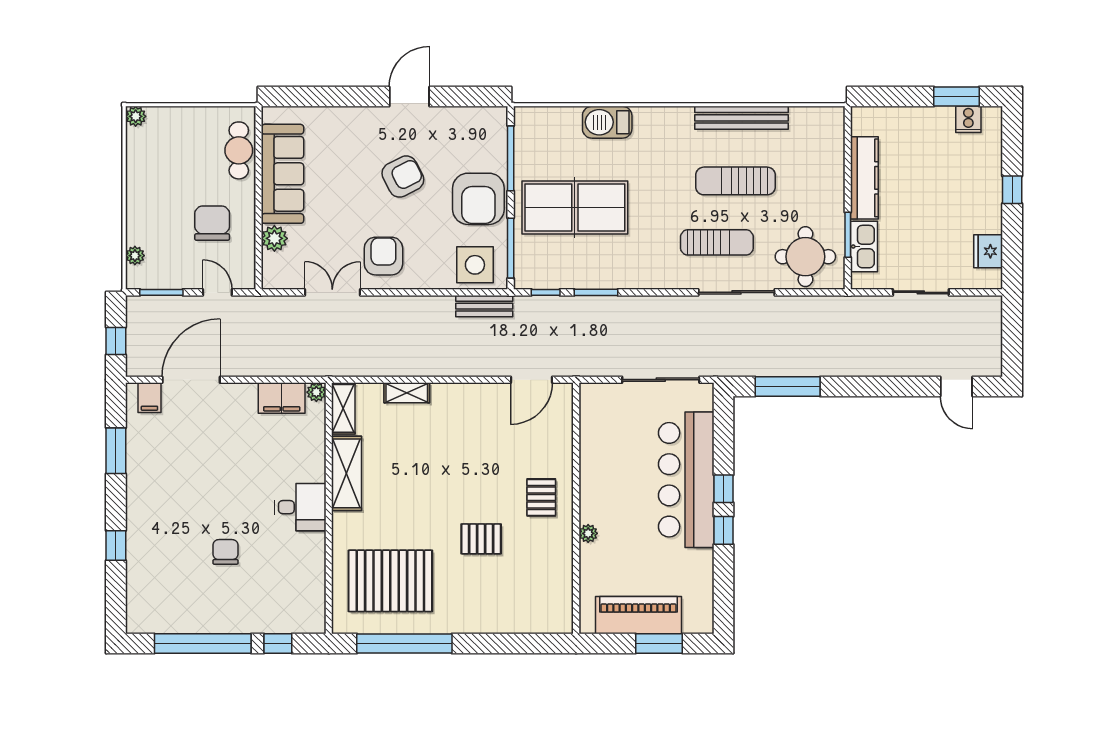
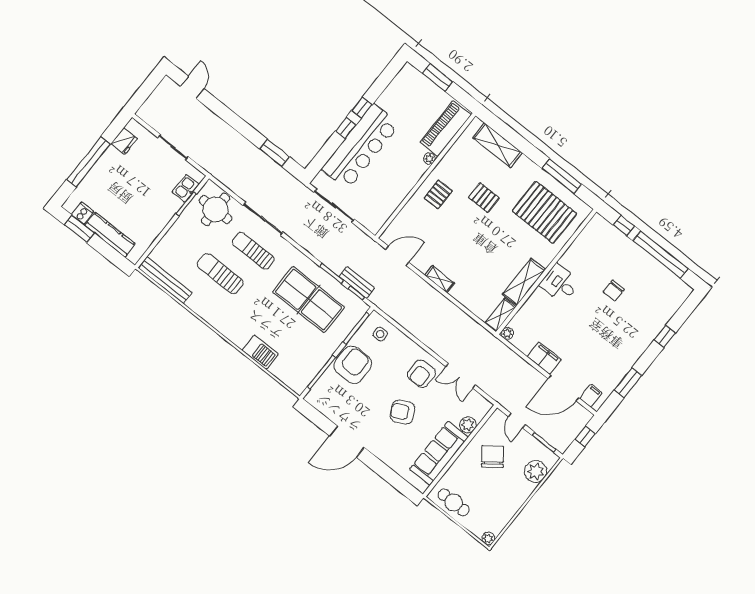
door: (409, 96) -> (347, 442), width x1.36
bench: (741, 118) -> (165, 280), moved
cafe table: (239, 150) -> (454, 502), moved, turned 90
armchair: (403, 177) -> (402, 412), moved
kitchen counter: (864, 178) -> (110, 235), moved, turned 90
sun lounger: (735, 181) -> (220, 274), turned 180
window: (1012, 190) -> (89, 162), width x3.17
table tennis table: (575, 207) -> (309, 300), moved
chair: (212, 223) -> (492, 456), turned 143
kitchen sink: (864, 247) -> (186, 188), width x0.73
plant: (135, 256) -> (536, 471), width x1.87, depth x1.87
side table: (475, 265) -> (380, 334), width x0.54, depth x0.54
bench: (484, 306) -> (357, 282), moved
window: (788, 386) -> (275, 153), width x0.69
shelving: (407, 393) -> (440, 279), moved
filing cabinet: (282, 398) -> (544, 358), moved
piano: (638, 615) -> (446, 129), moved, turned 90
shelving: (516, 618) -> (498, 145), added
window: (404, 643) -> (562, 176), width x0.68

